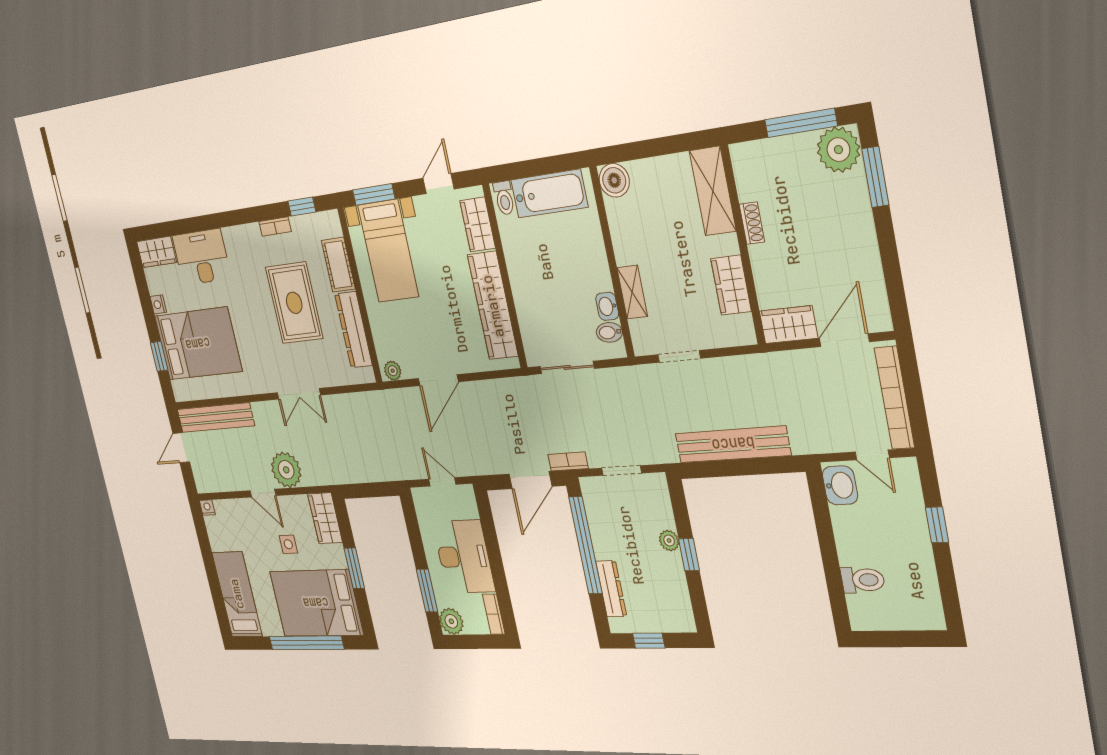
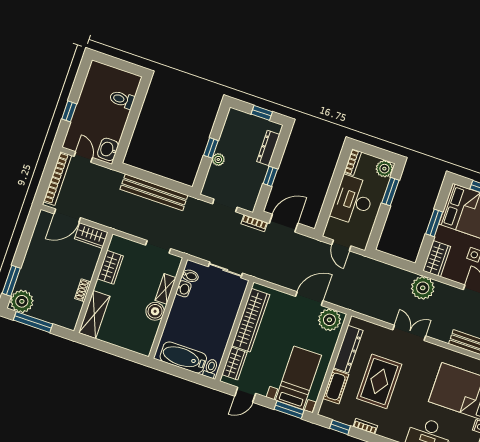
boiler: (614, 180) -> (155, 311), moved
plant: (393, 371) -> (329, 320), width x1.87, depth x1.87
plant: (286, 470) -> (423, 288), moved
window: (585, 545) -> (270, 176), width x0.32

